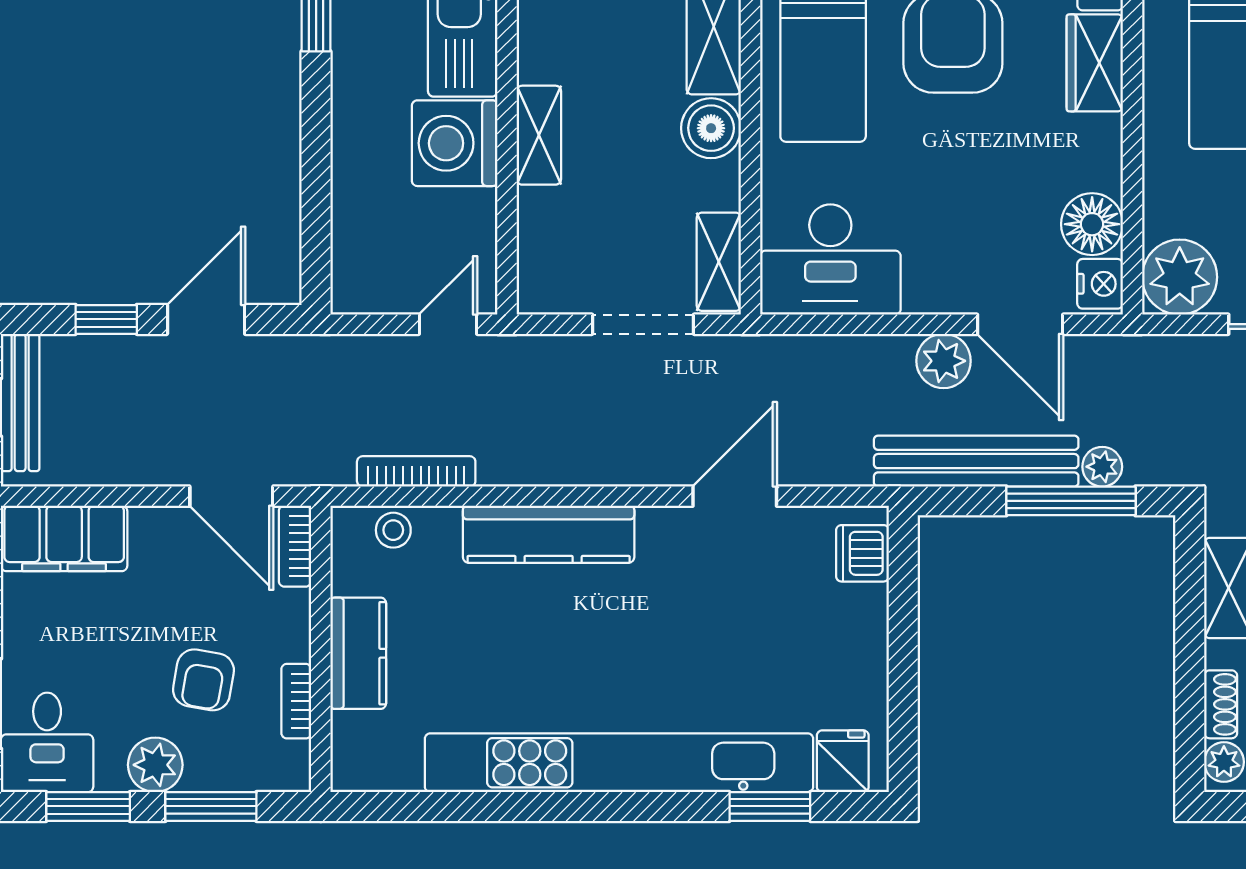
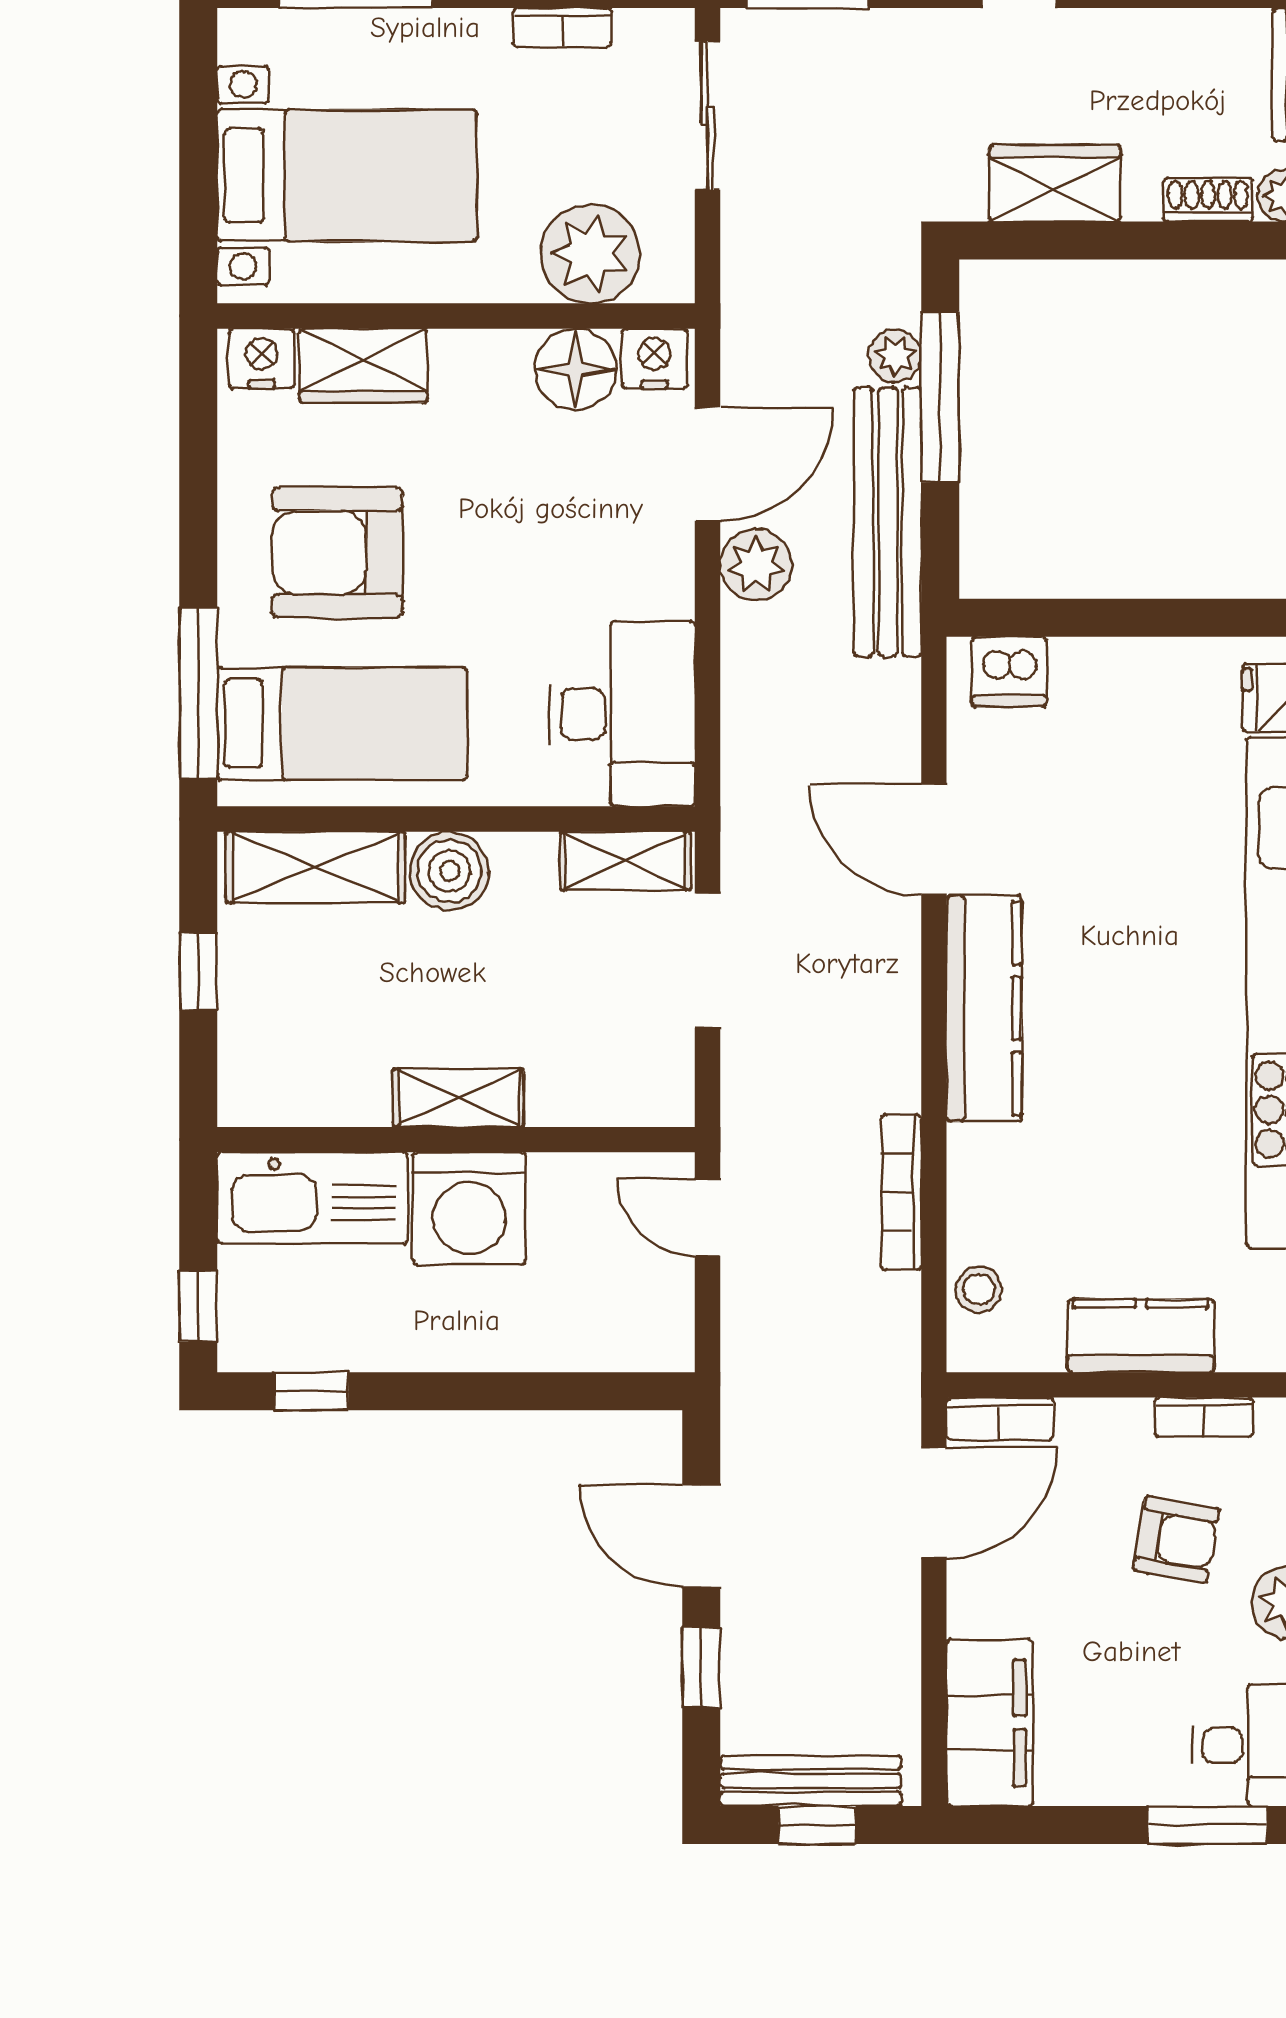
plant: (1180, 277) -> (590, 254), moved
bookcase: (416, 471) -> (901, 1192), moved
kitchen counter: (549, 534) -> (984, 1009), moved

